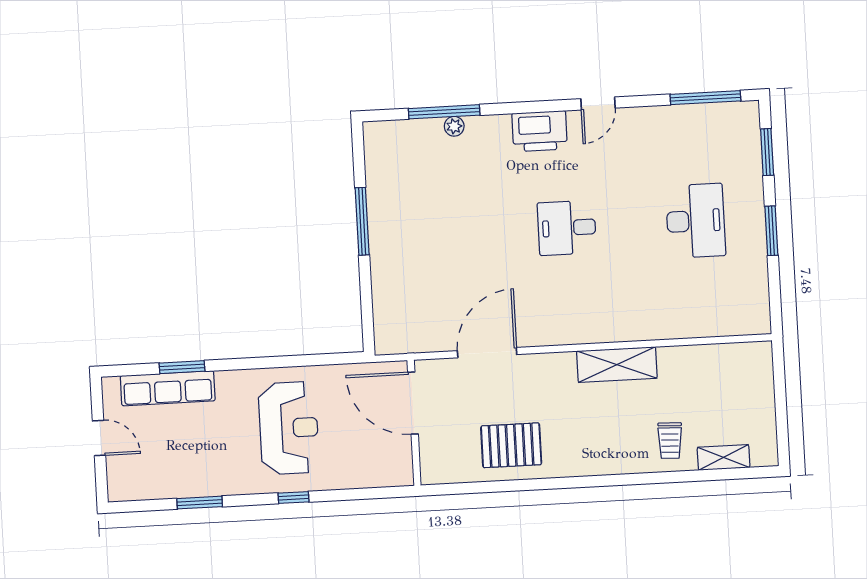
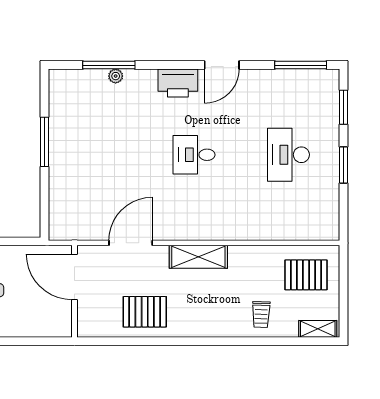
door: (598, 103) -> (222, 65), width x1.38
desk: (695, 221) -> (288, 155), turned 180
shelving: (617, 365) -> (198, 257), moved
pallet: (728, 383) -> (306, 275), added
shelving: (724, 457) -> (318, 329), moved

